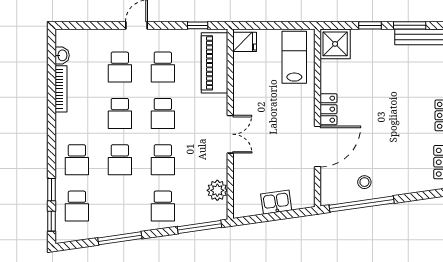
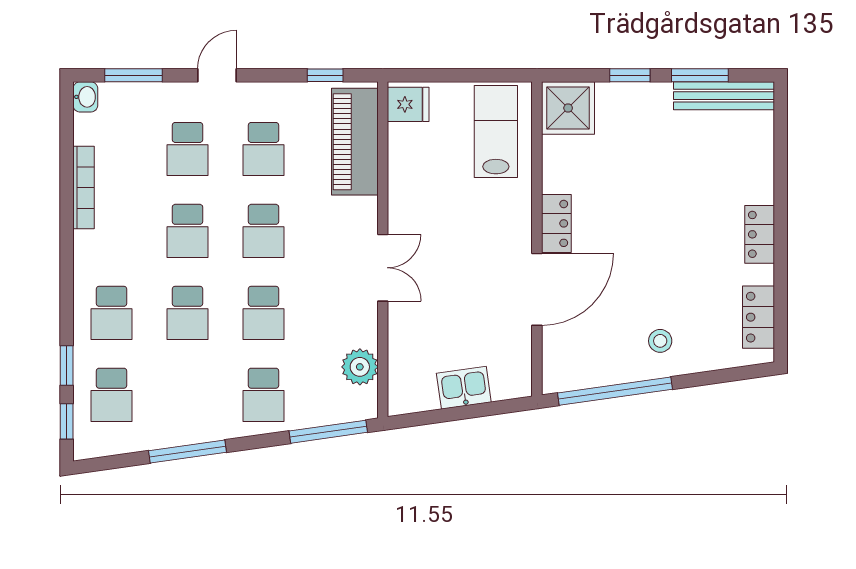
window: (89, 25) -> (133, 75), added
washbasin: (62, 55) -> (85, 97), moved
stool: (364, 182) -> (660, 341), moved

